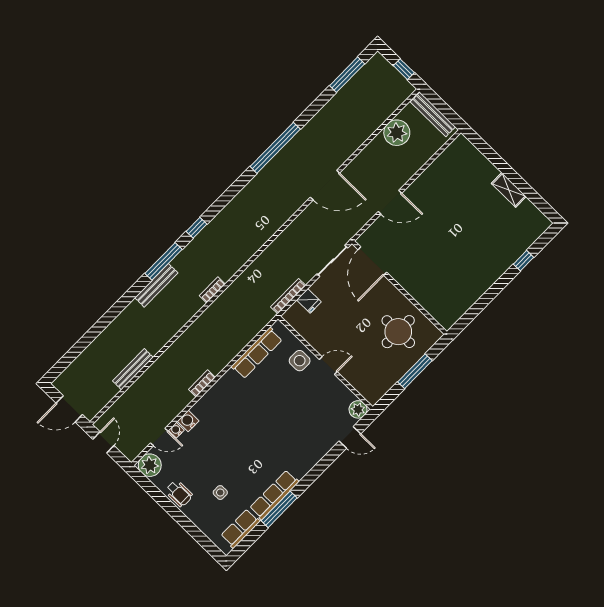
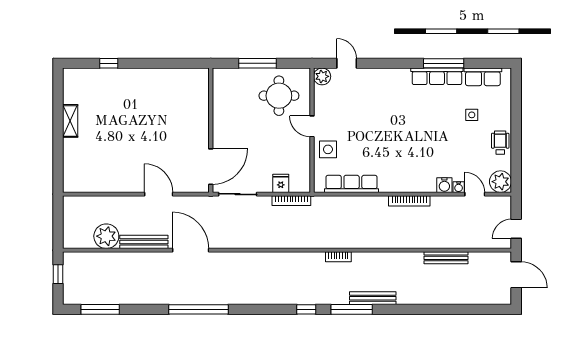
bench: (433, 114) -> (144, 242), moved, turned 90
round table: (398, 332) -> (279, 96), moved
bookcase: (202, 383) -> (409, 201), width x1.56

